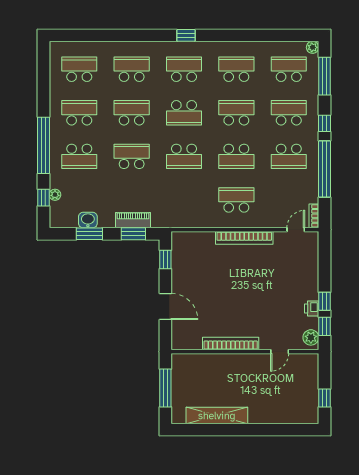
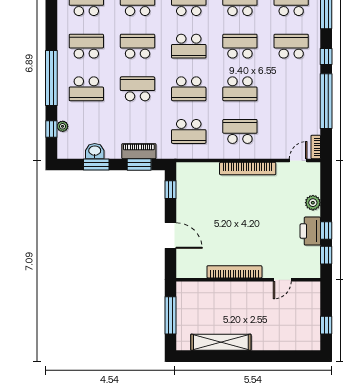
school desk: (289, 156) -> (189, 131), moved
printer: (312, 309) -> (310, 231), width x1.87, depth x1.48
plant: (311, 337) -> (313, 203), moved

